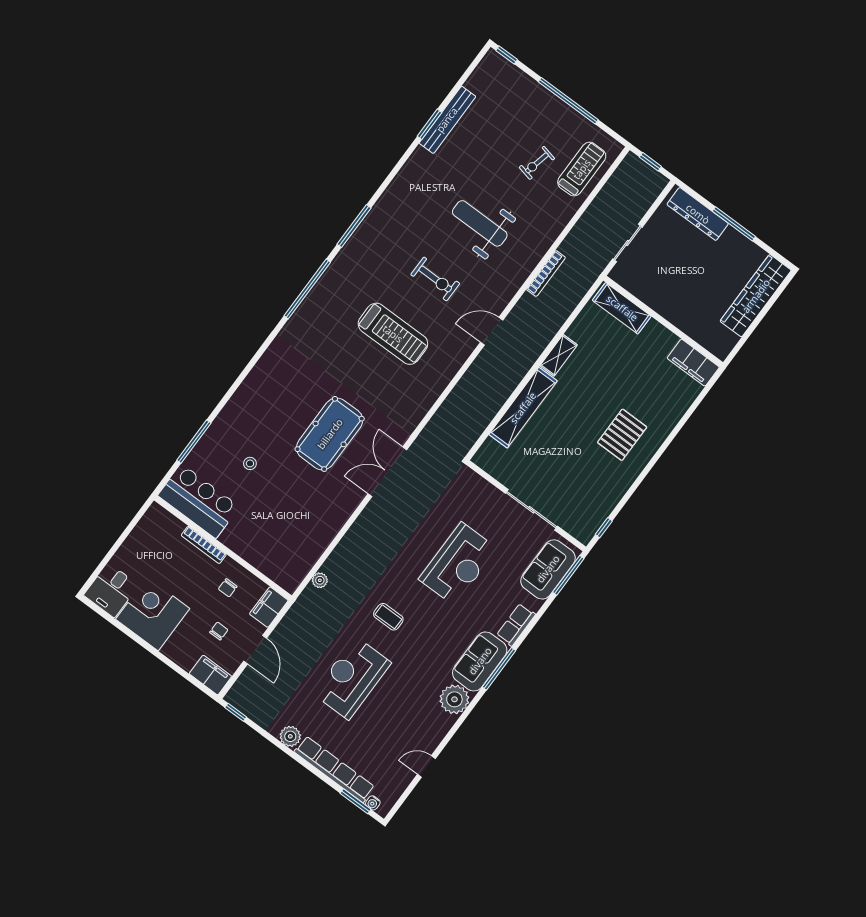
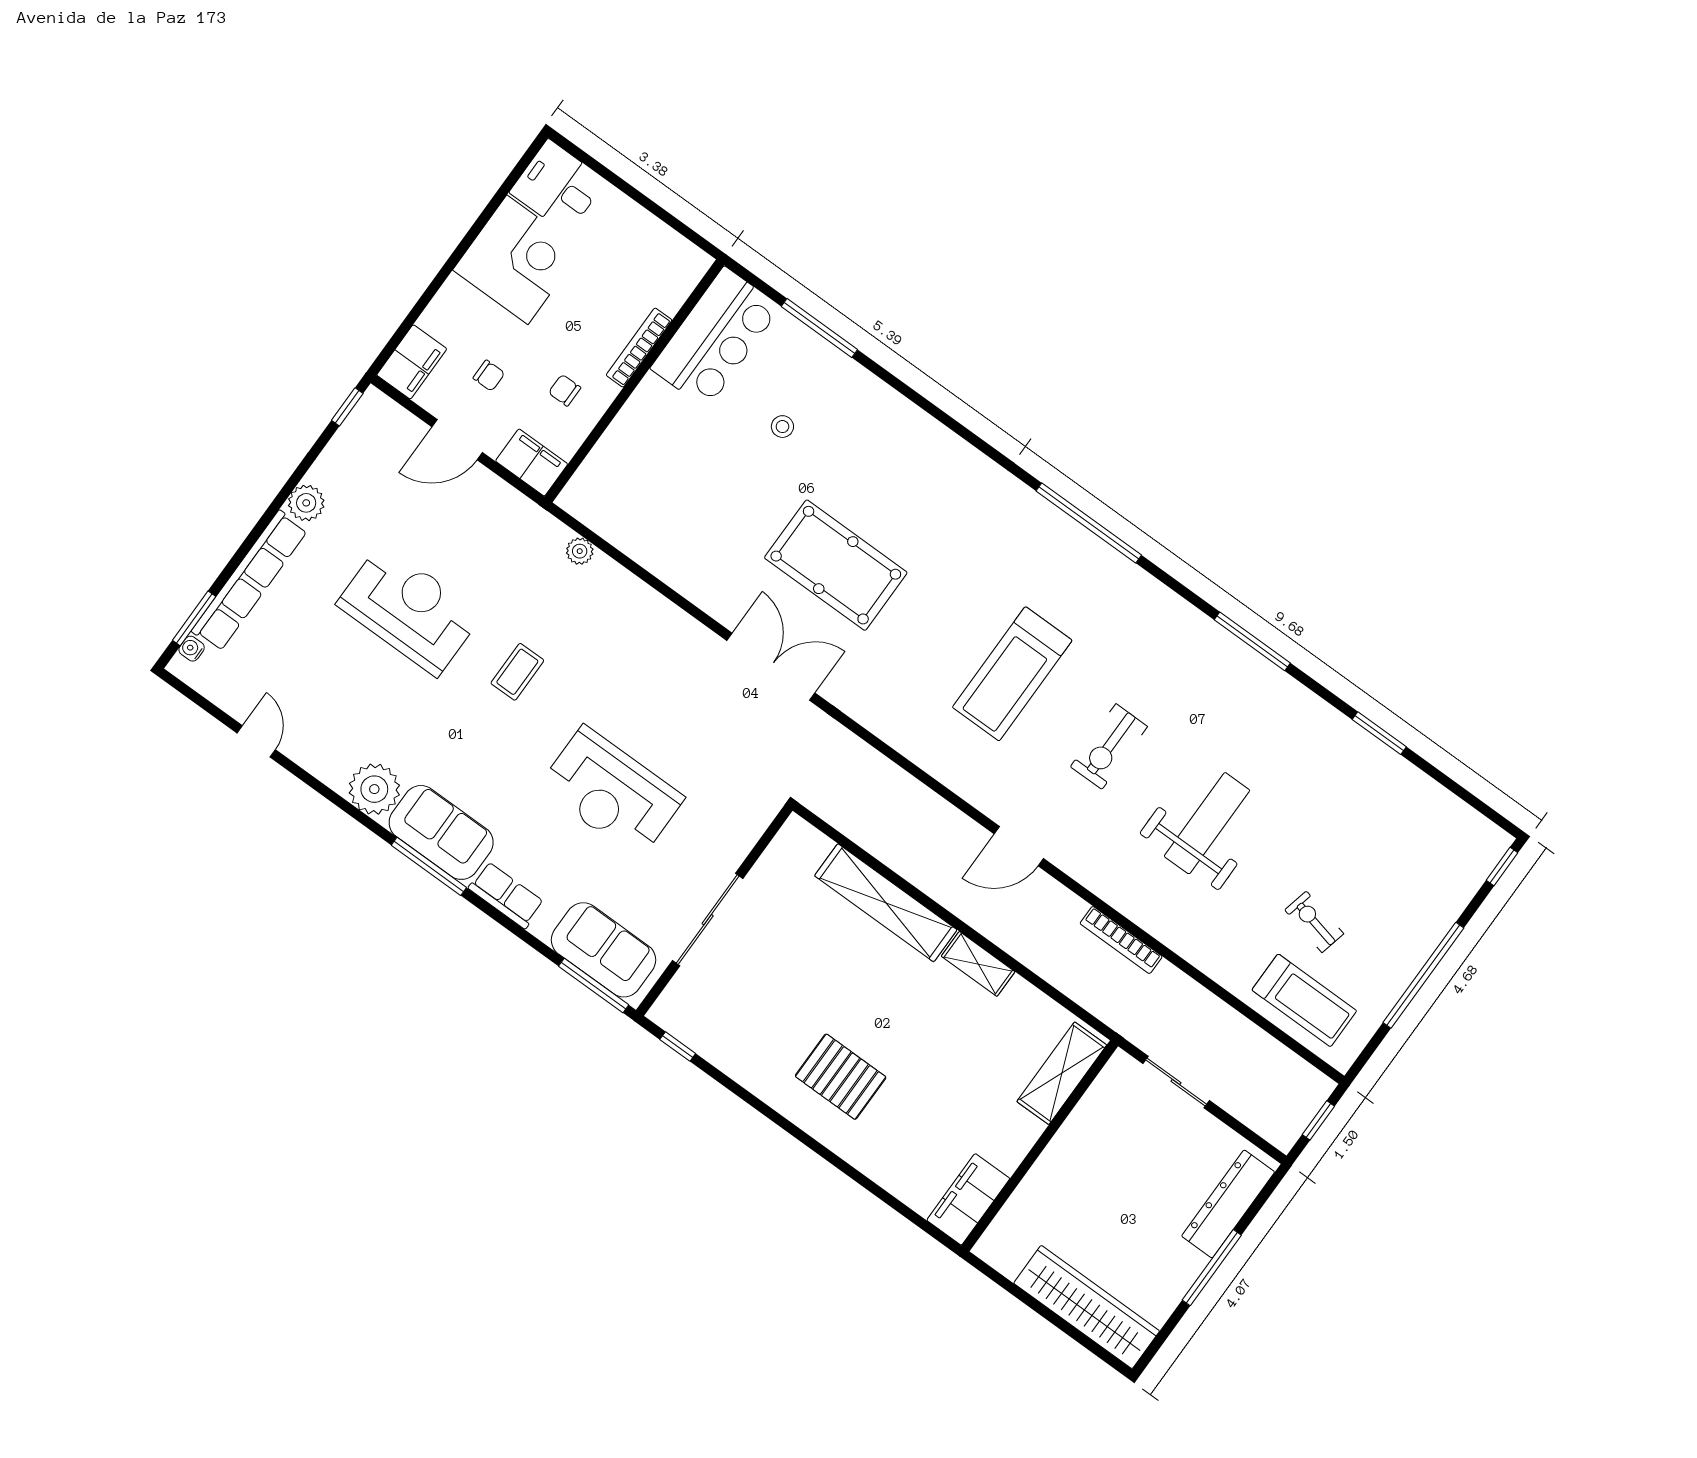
bench: (447, 120) -> (1387, 765), removed
window: (354, 226) -> (1252, 641), moved
door: (492, 331) -> (1019, 846), swing flipped

